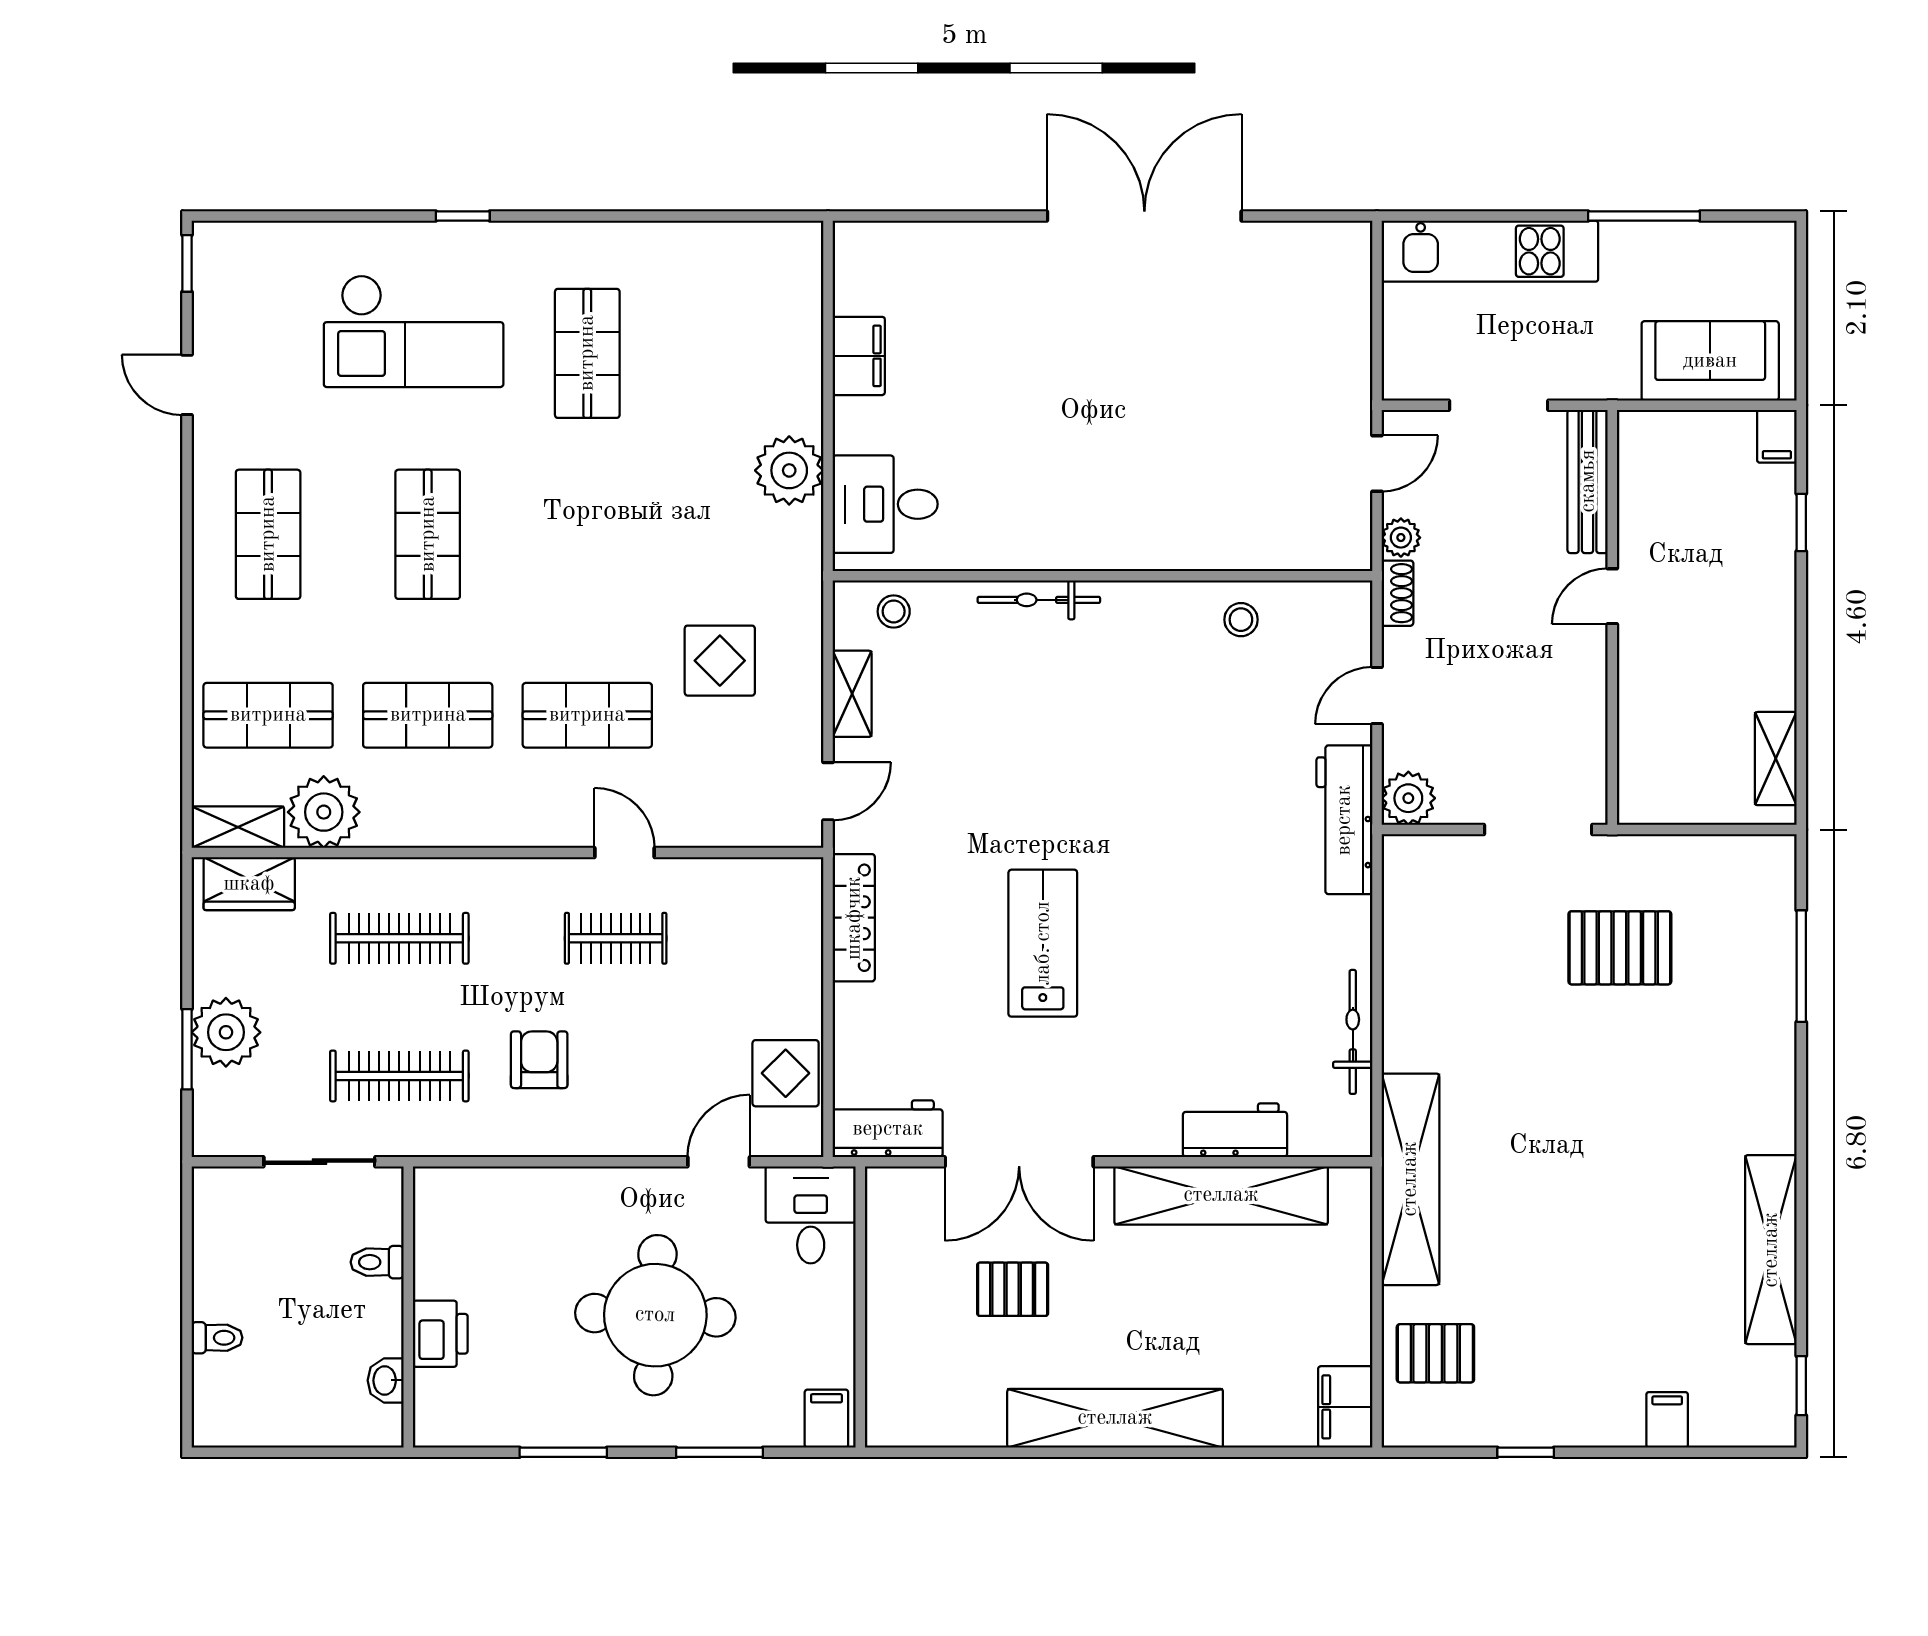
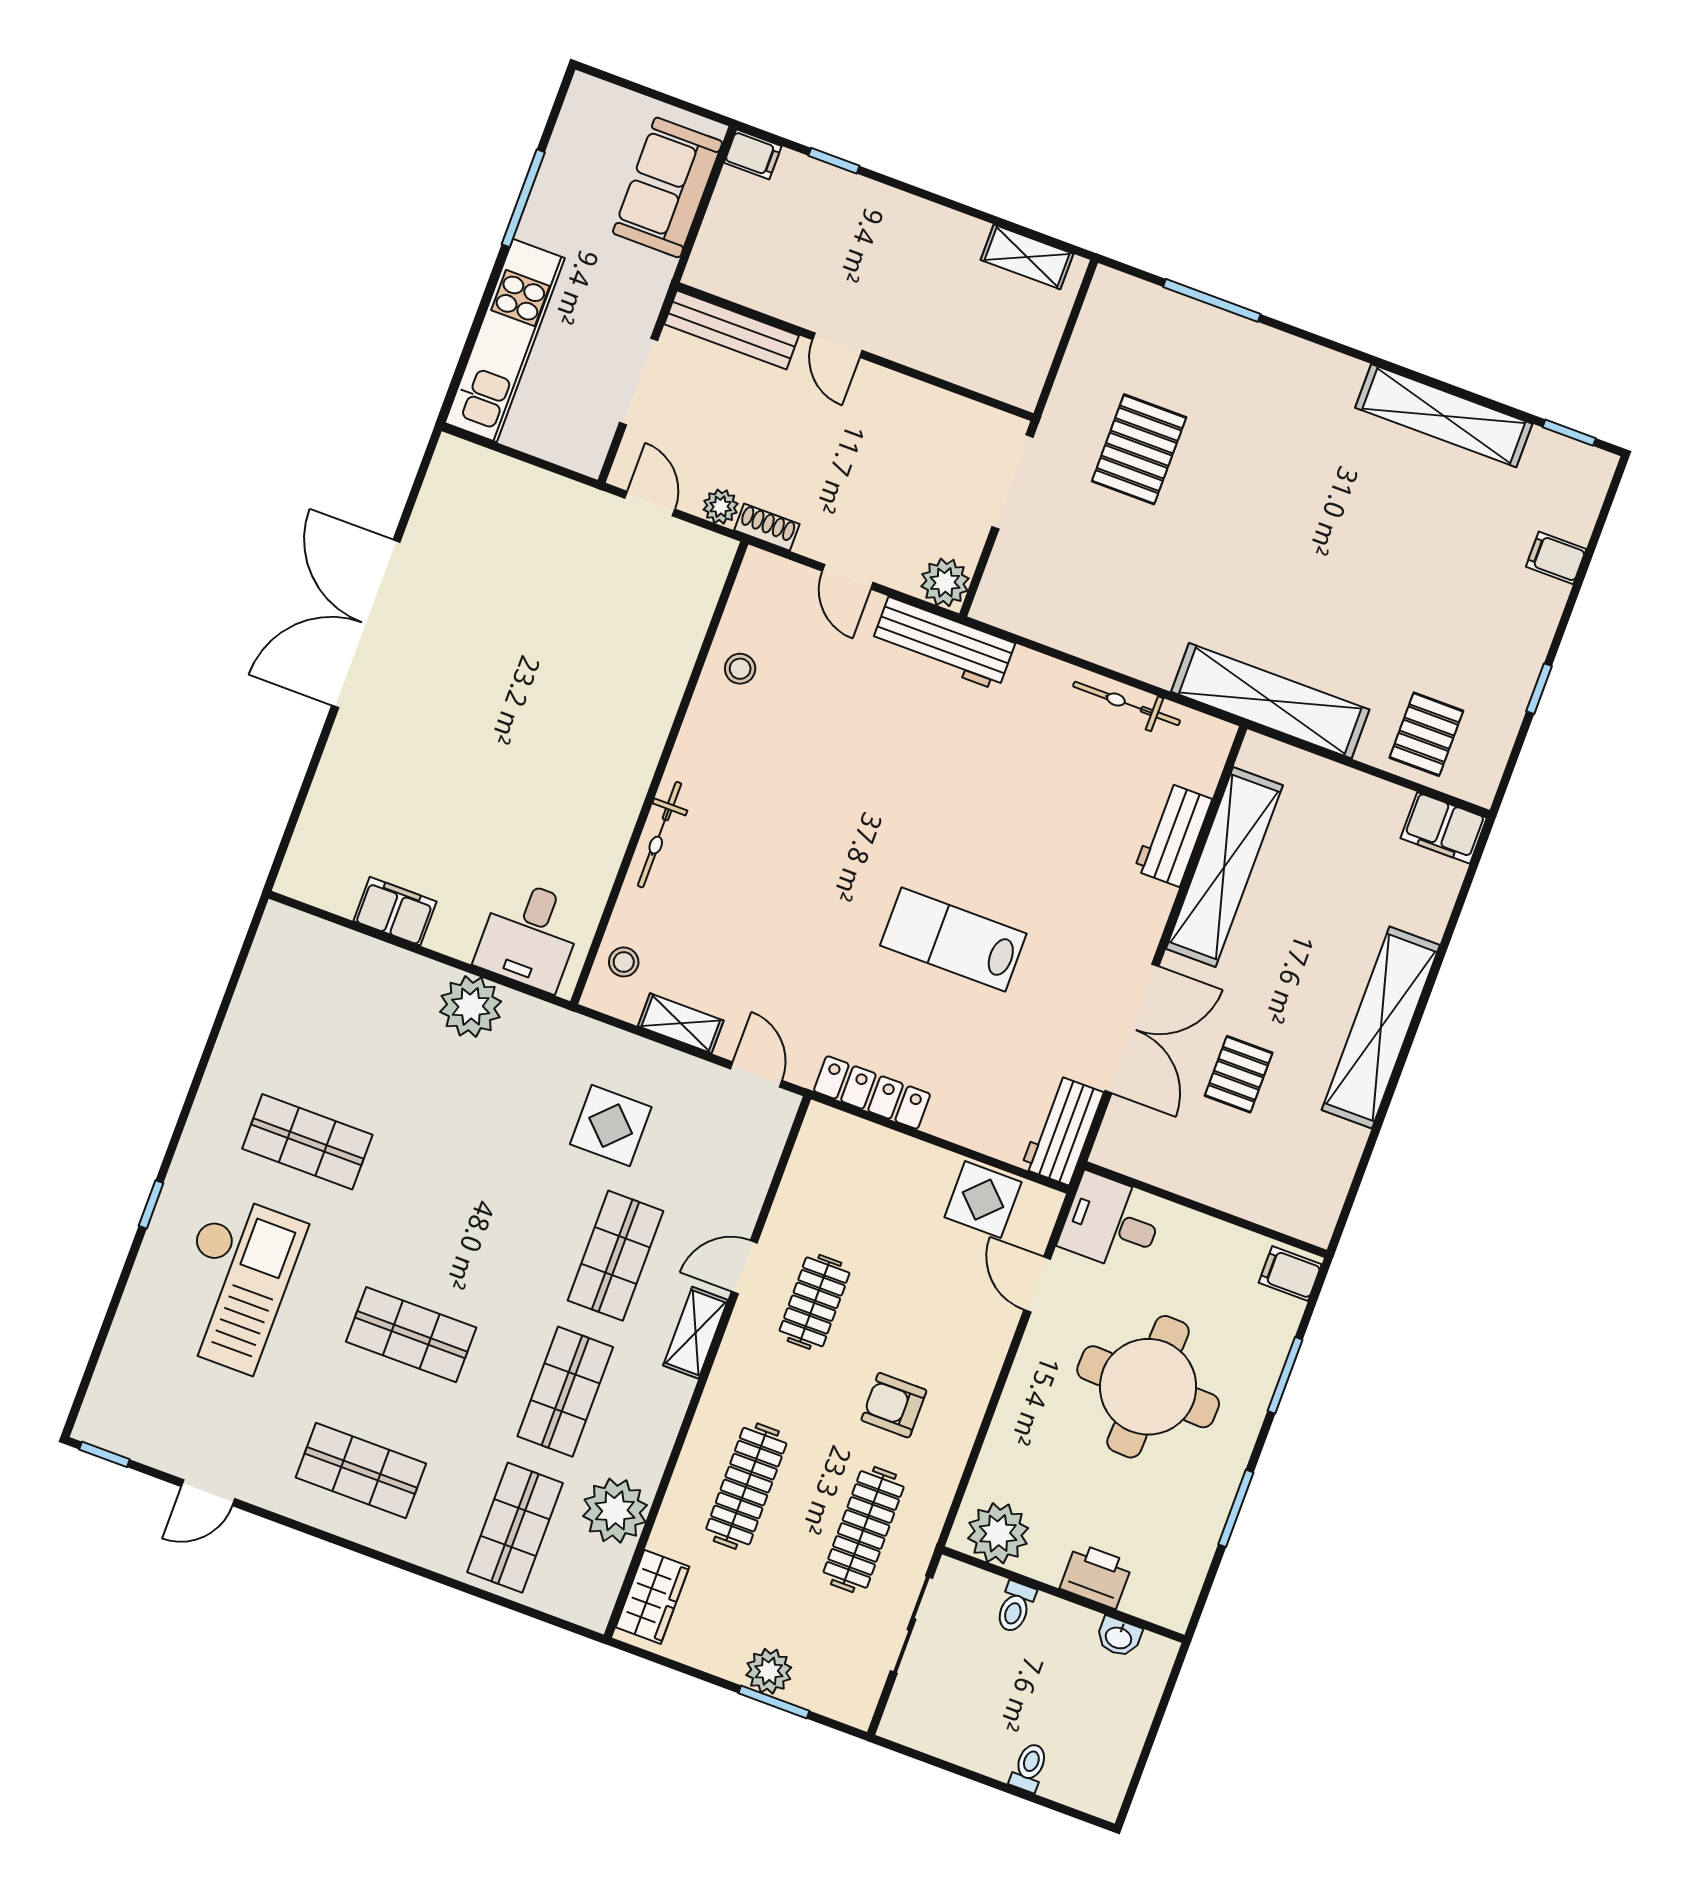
shelving: (238, 827) -> (695, 1333), moved
plant: (226, 1032) -> (769, 1671), width x0.73, depth x0.73
plant: (447, 1216) -> (998, 1533), added

